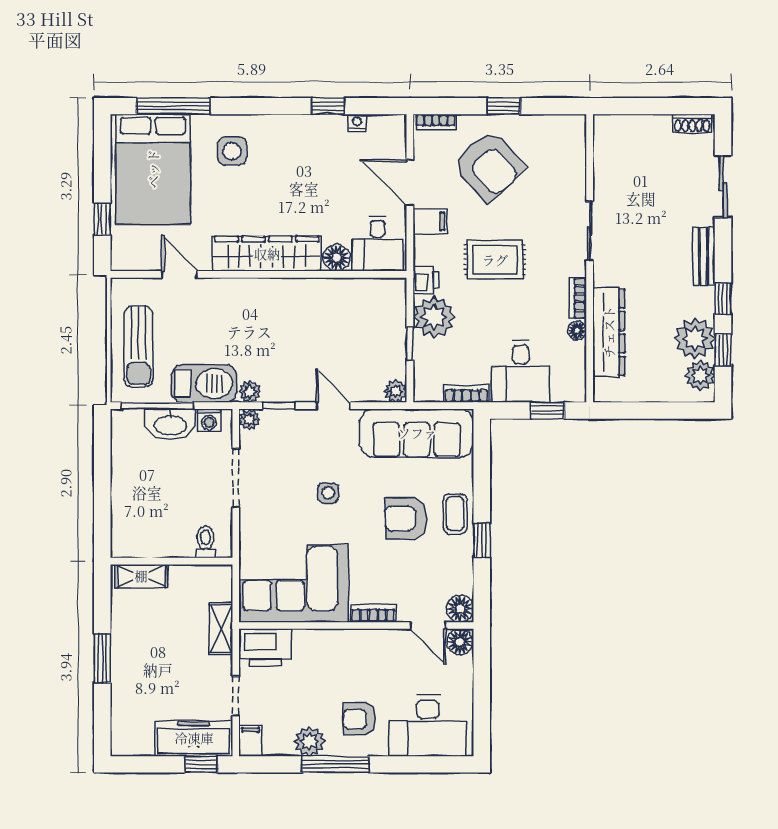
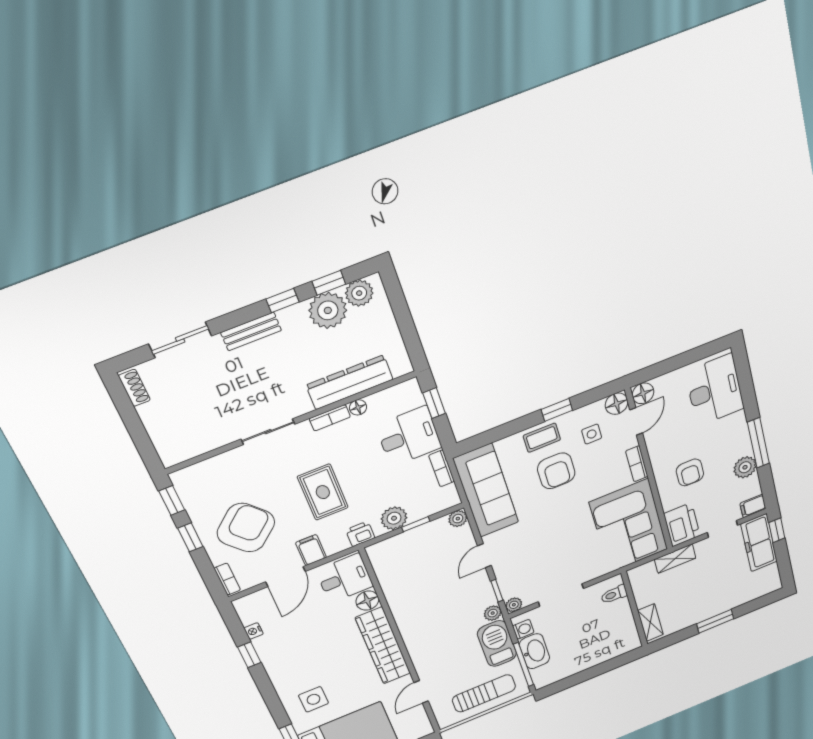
window: (555, 106) -> (172, 500), added
plant: (434, 317) -> (394, 518), width x0.73, depth x0.73
side table: (328, 493) -> (592, 434), moved
armchair: (359, 719) -> (690, 472), moved

